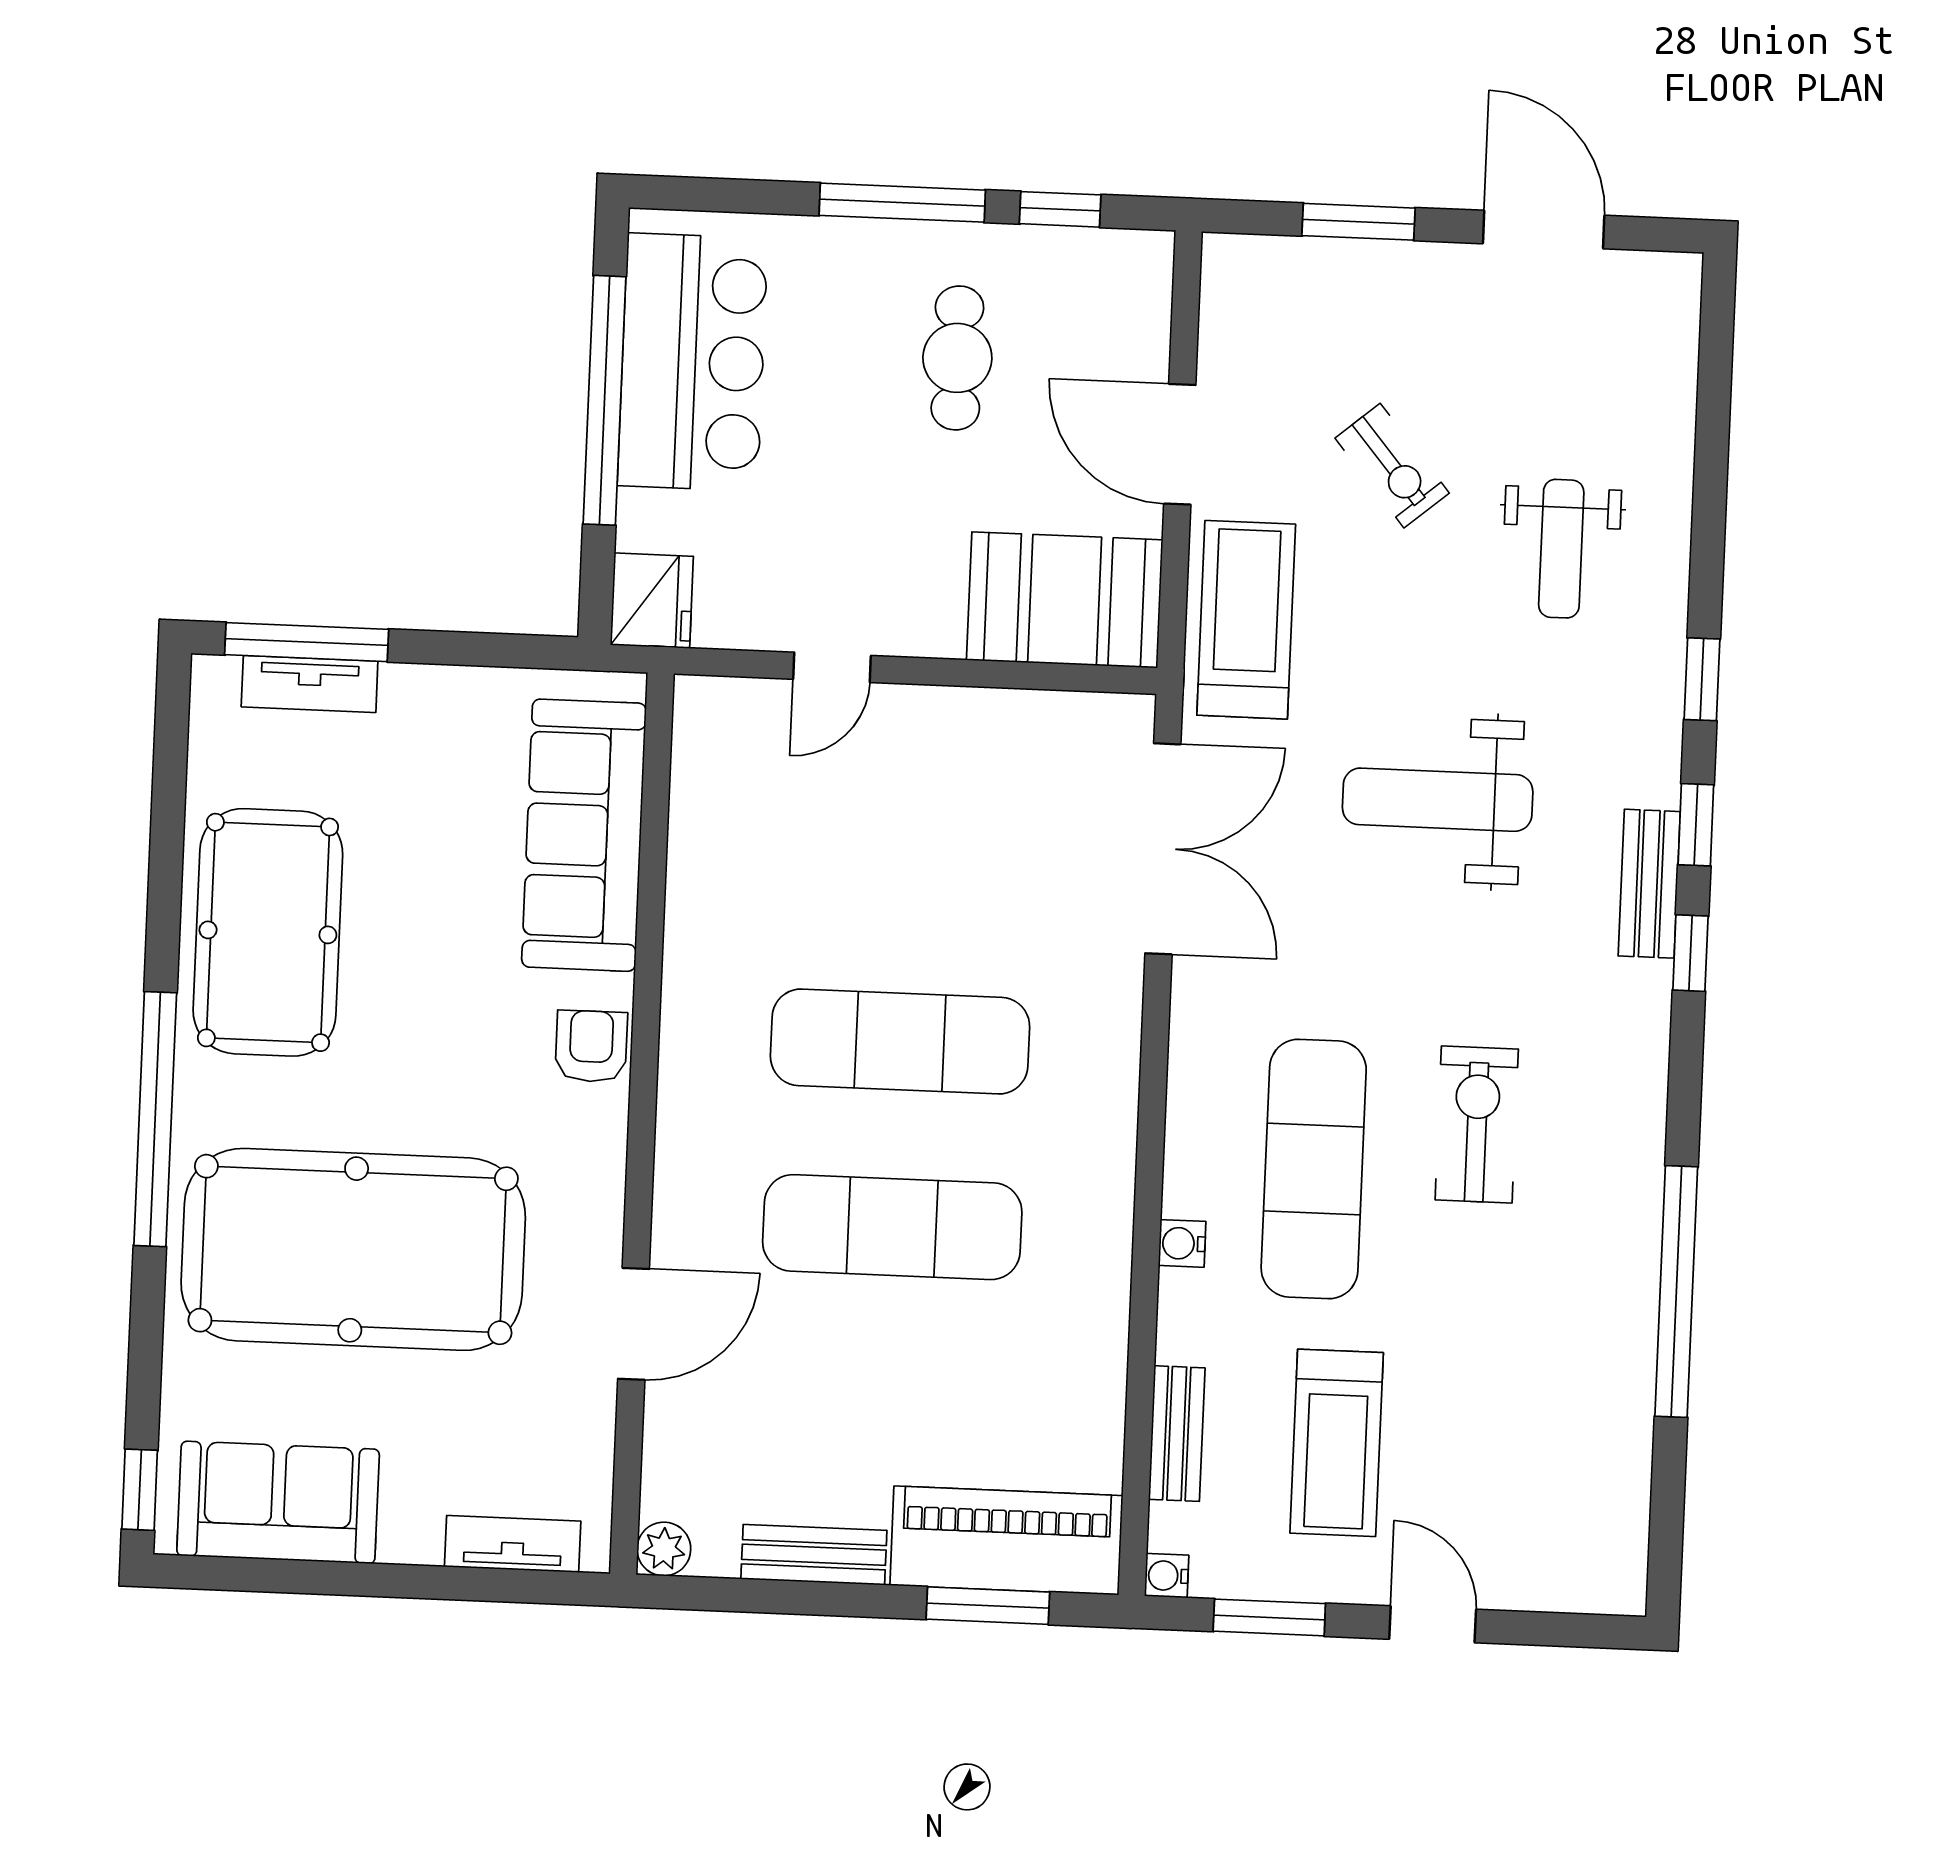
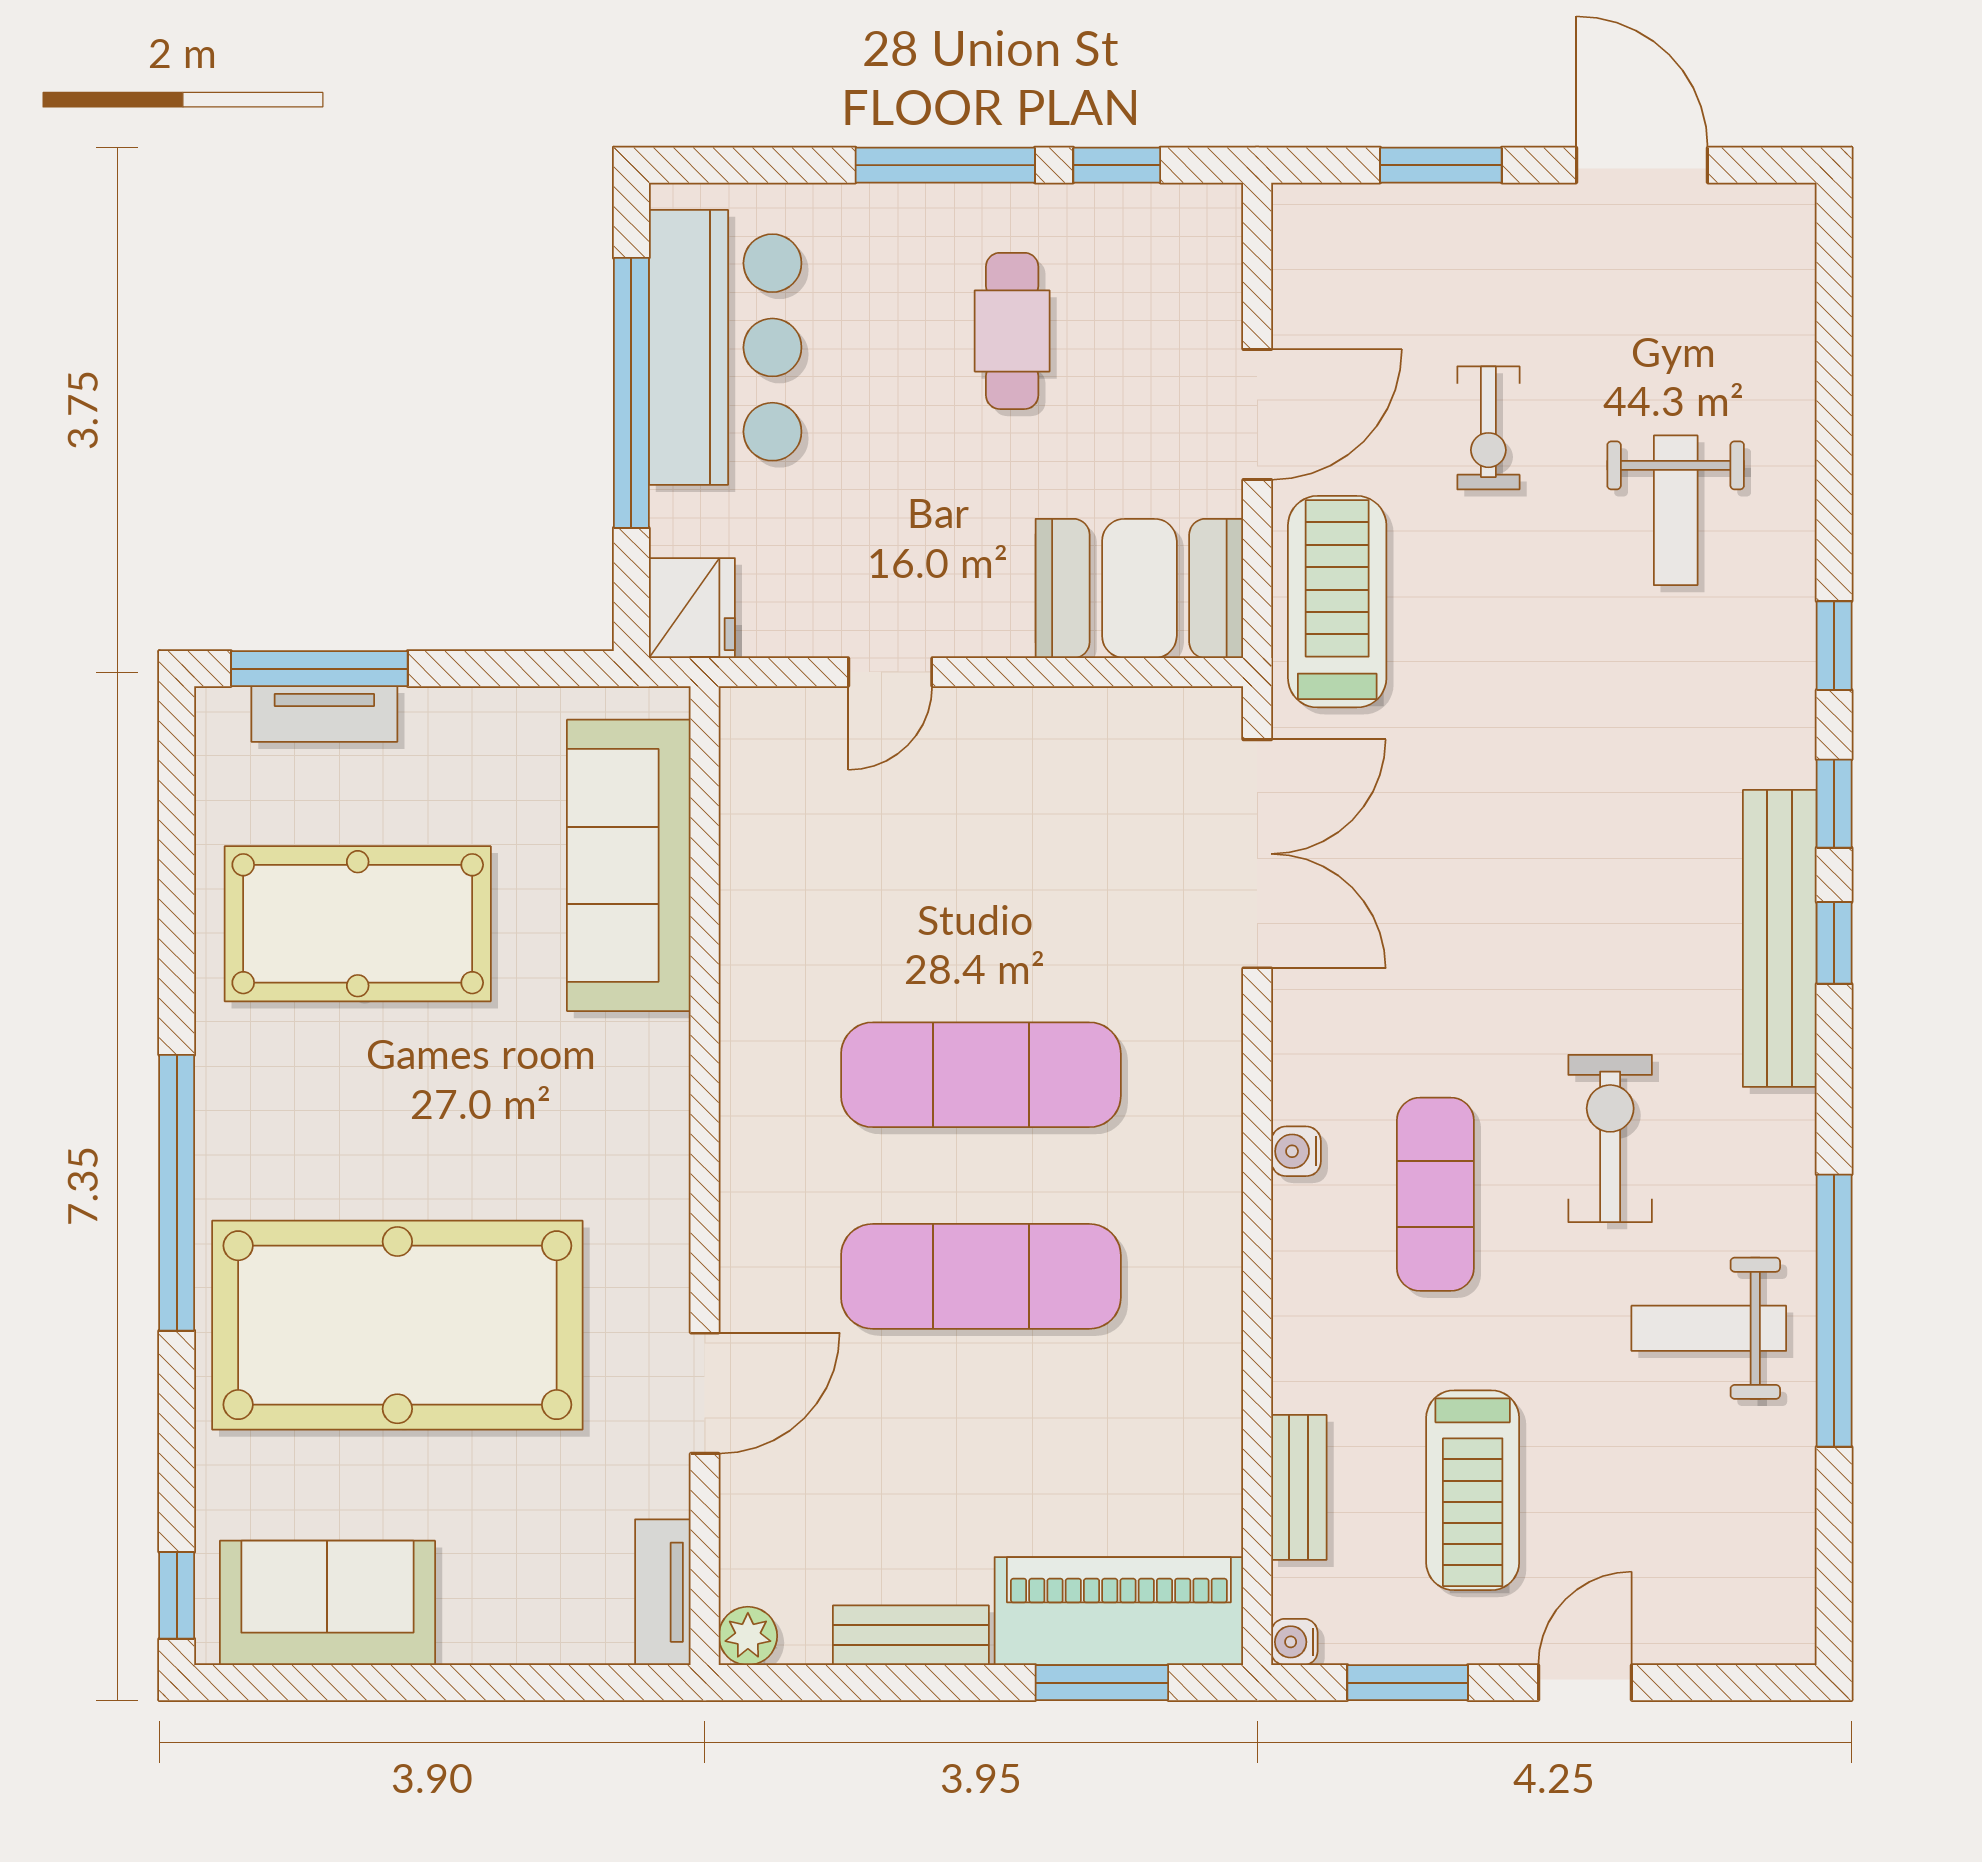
door: (1180, 444) -> (1257, 414), swing flipped
exercise bike: (1392, 466) -> (1488, 428), turned 40
weight bench: (1438, 800) -> (1709, 1328), moved, width x0.73, depth x0.75
bench: (1649, 884) -> (1780, 938), width x1.86, depth x1.21
pool table: (268, 932) -> (358, 924), moved, turned 90
armchair: (591, 1046) -> (646, 1094), removed
exercise mat: (1314, 1169) -> (1435, 1194), width x0.73, depth x0.69
water cooler: (1182, 1243) -> (1296, 1151), moved
tv unit: (513, 1544) -> (663, 1592), moved, turned -90
door: (1433, 1624) -> (1585, 1683), hinge flipped

